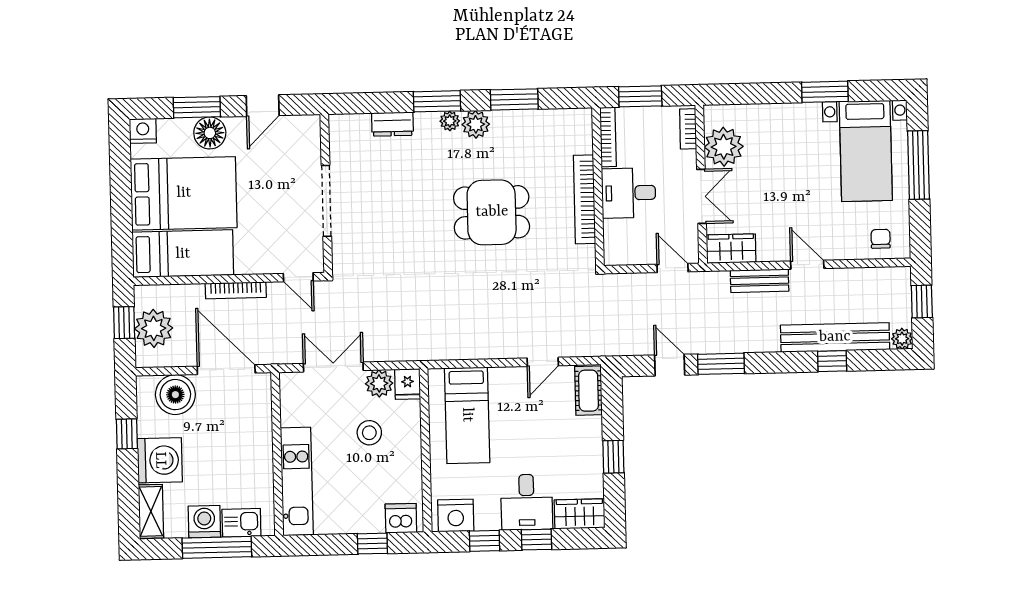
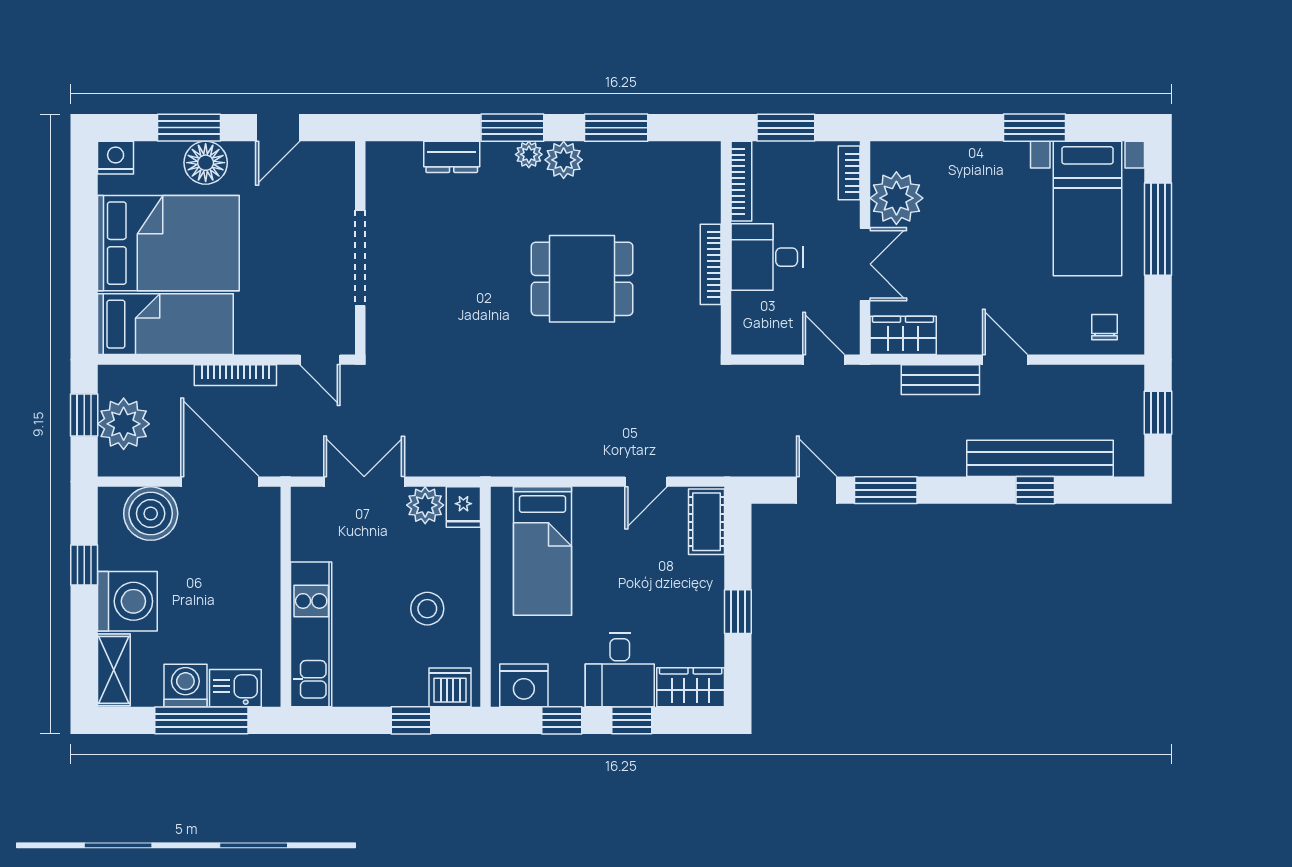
bookcase: (584, 199) -> (711, 264), width x0.68, depth x0.76
plant: (902, 339) -> (1130, 462), removed
stool: (369, 433) -> (427, 609), moved

